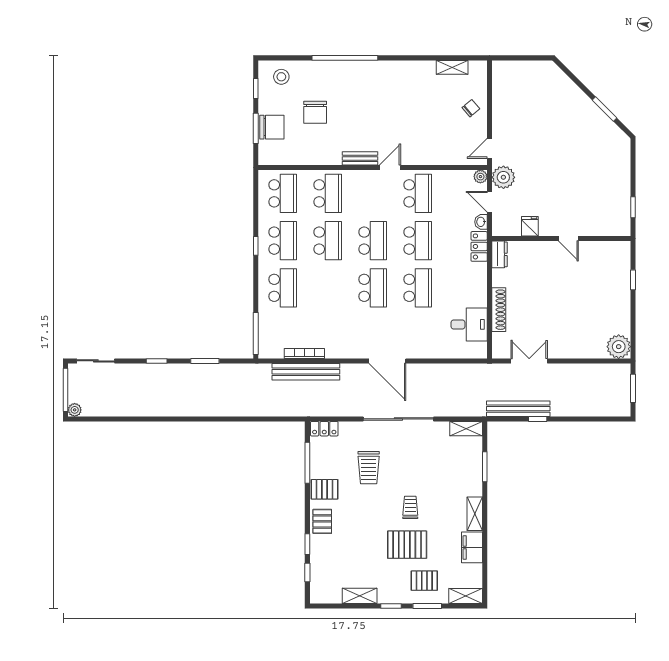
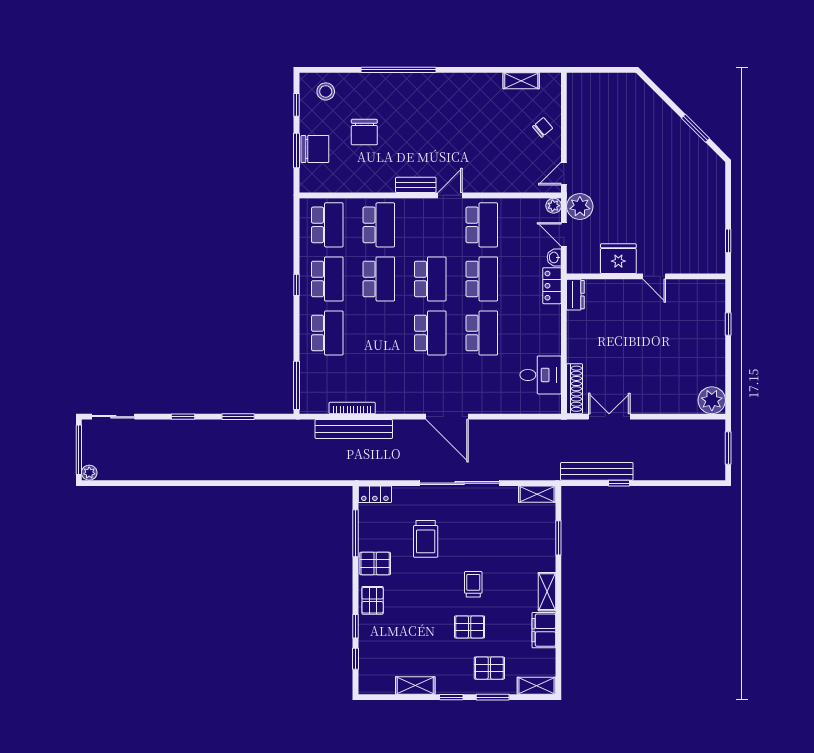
fridge: (530, 226) -> (618, 259), width x1.88, depth x1.34
shoe rack: (499, 310) -> (575, 389), moved
pallet: (407, 545) -> (470, 627), width x0.67, depth x0.71

